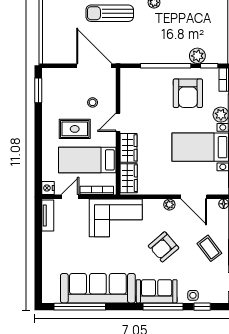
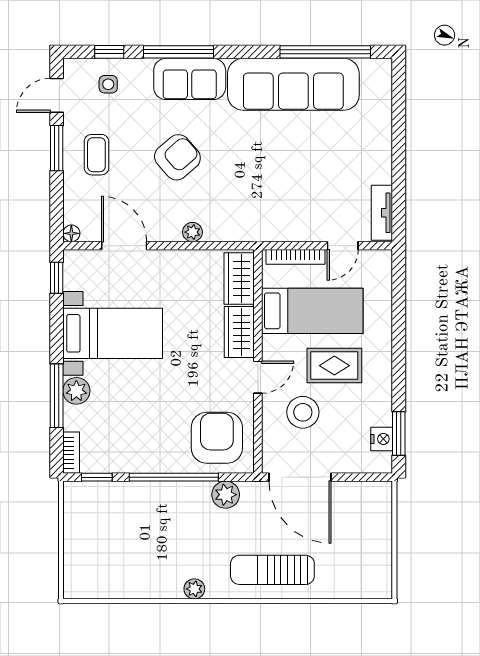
sun lounger: (110, 13) -> (272, 570), turned 180
plant: (197, 56) -> (226, 495), moved
armchair: (188, 93) -> (217, 438), moved
stool: (93, 102) -> (303, 412), width x1.89, depth x1.89
nightstand: (48, 188) -> (382, 439), moved
plant: (169, 205) -> (192, 232), moved
corner sofa: (116, 218) -> (262, 208), removed
coffee table: (209, 248) -> (96, 155), turned 37
side table: (193, 295) -> (108, 84), moved

